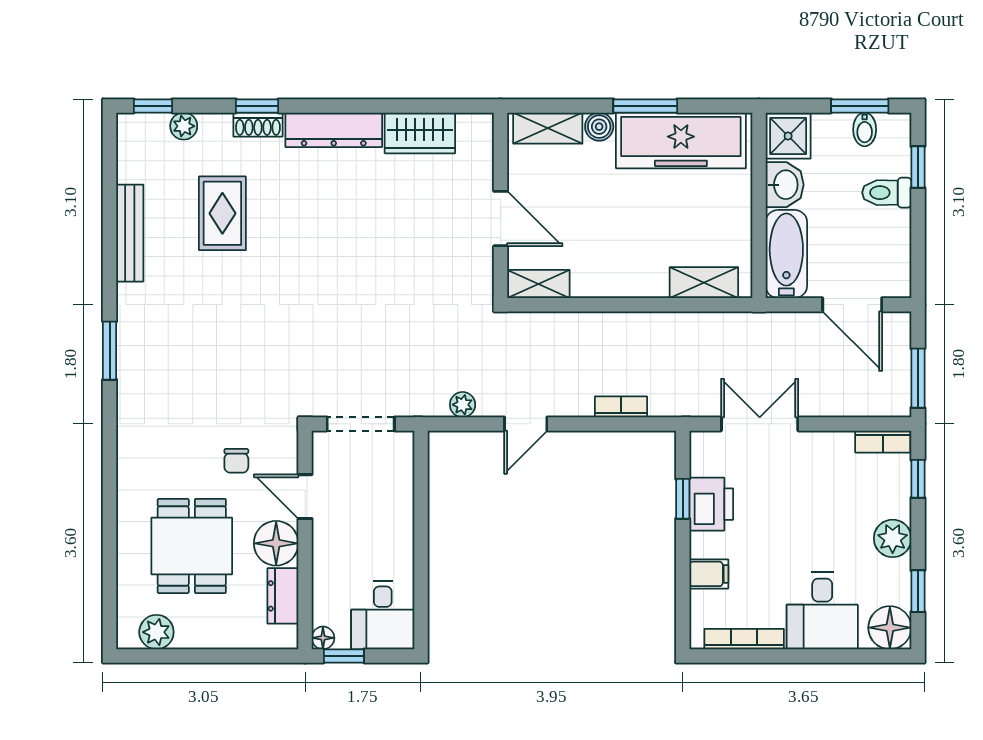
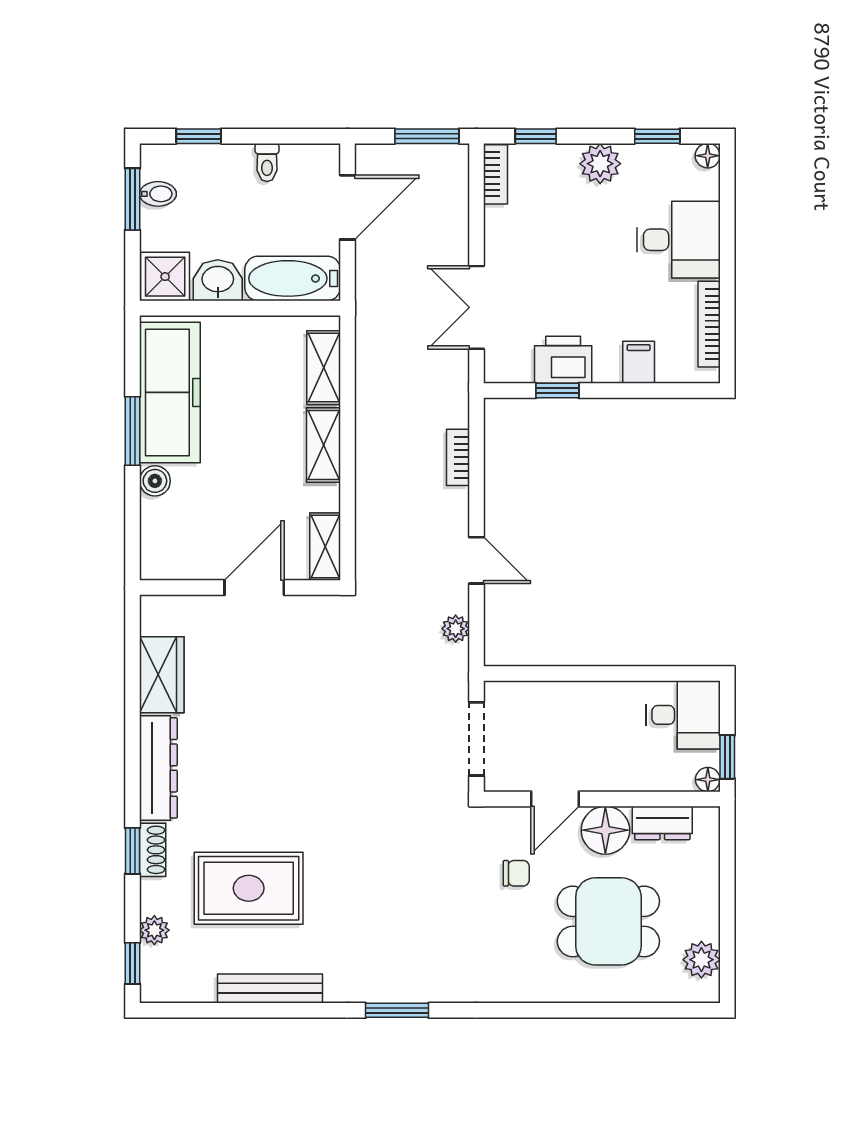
shelving: (548, 128) -> (323, 445), moved
toilet: (887, 193) -> (267, 163), moved, width x0.73, depth x0.72
rug: (222, 213) -> (249, 888), width x1.36, depth x1.43
floor lamp: (890, 628) -> (708, 156), width x0.53, depth x0.53

